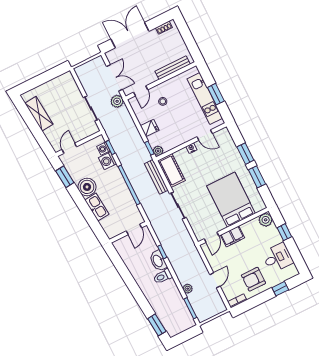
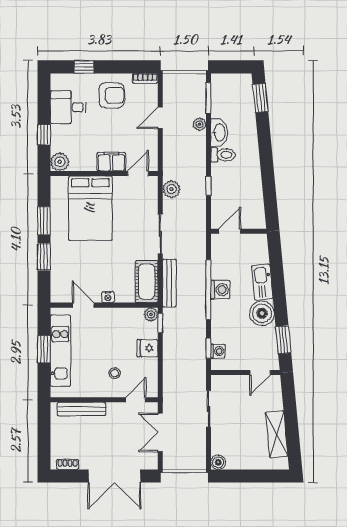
boiler: (68, 77) -> (218, 462), added
plant: (117, 101) -> (171, 189), moved
washing machine: (107, 161) -> (220, 290), moved
washbasin: (158, 261) -> (219, 133), moved

